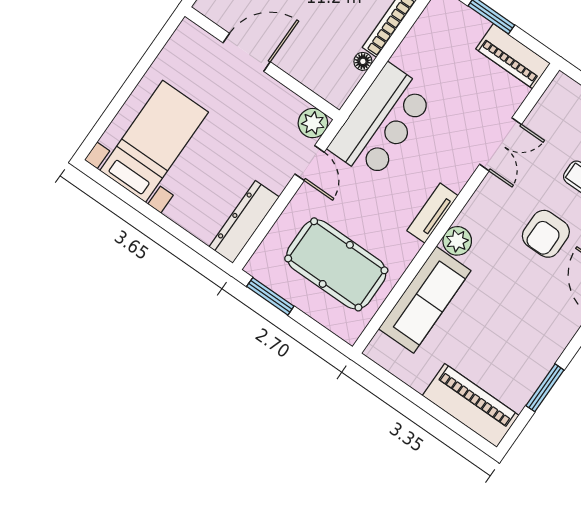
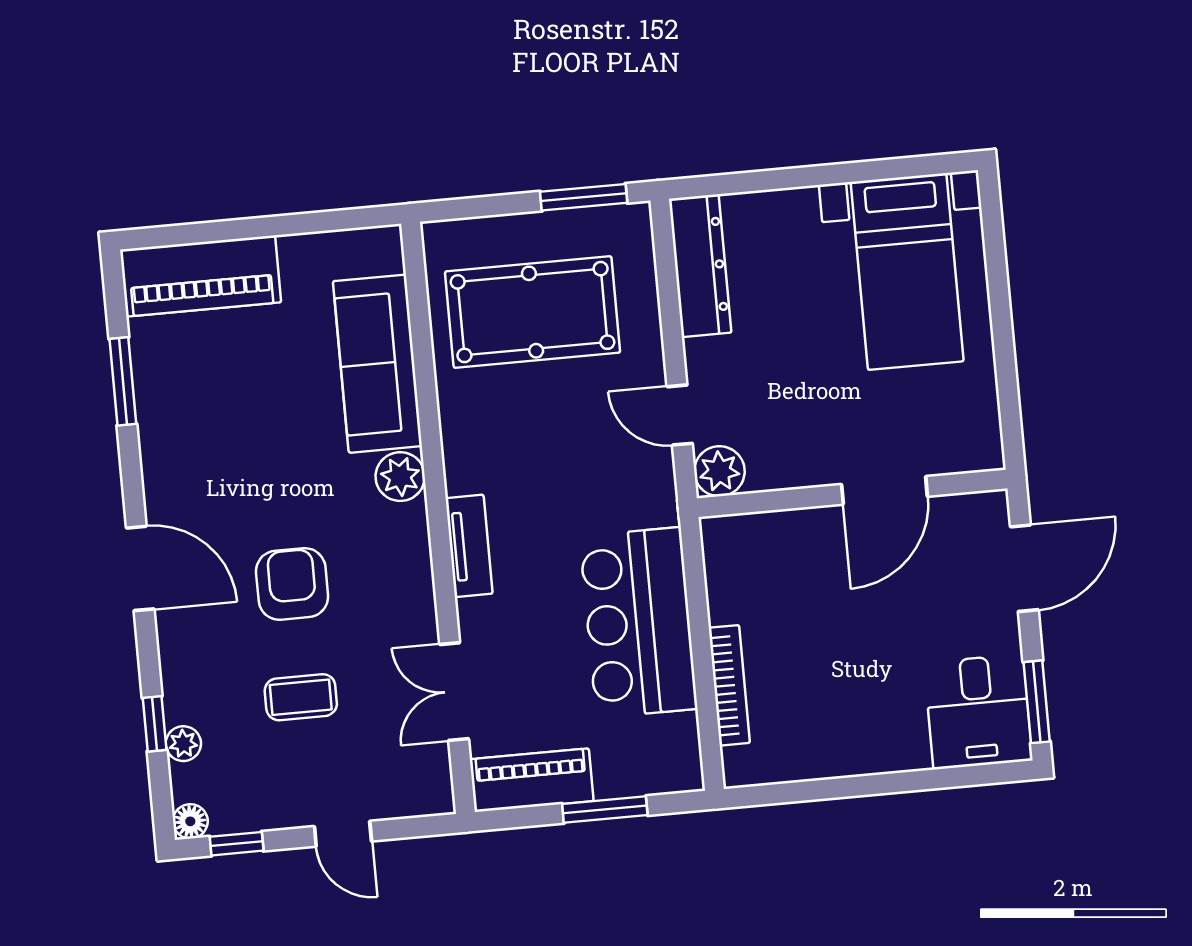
floor lamp: (363, 61) -> (722, 607), removed
bar counter: (381, 122) -> (639, 623), moved
double door: (501, 144) -> (454, 692), moved
tv unit: (432, 213) -> (469, 546), moved

